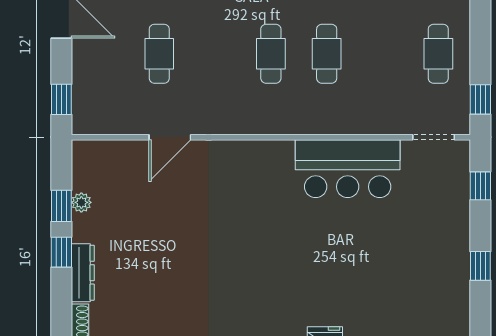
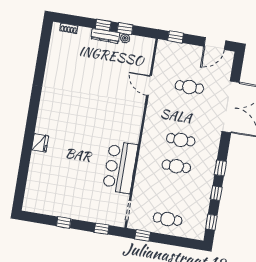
dresser: (83, 273) -> (105, 36), moved

